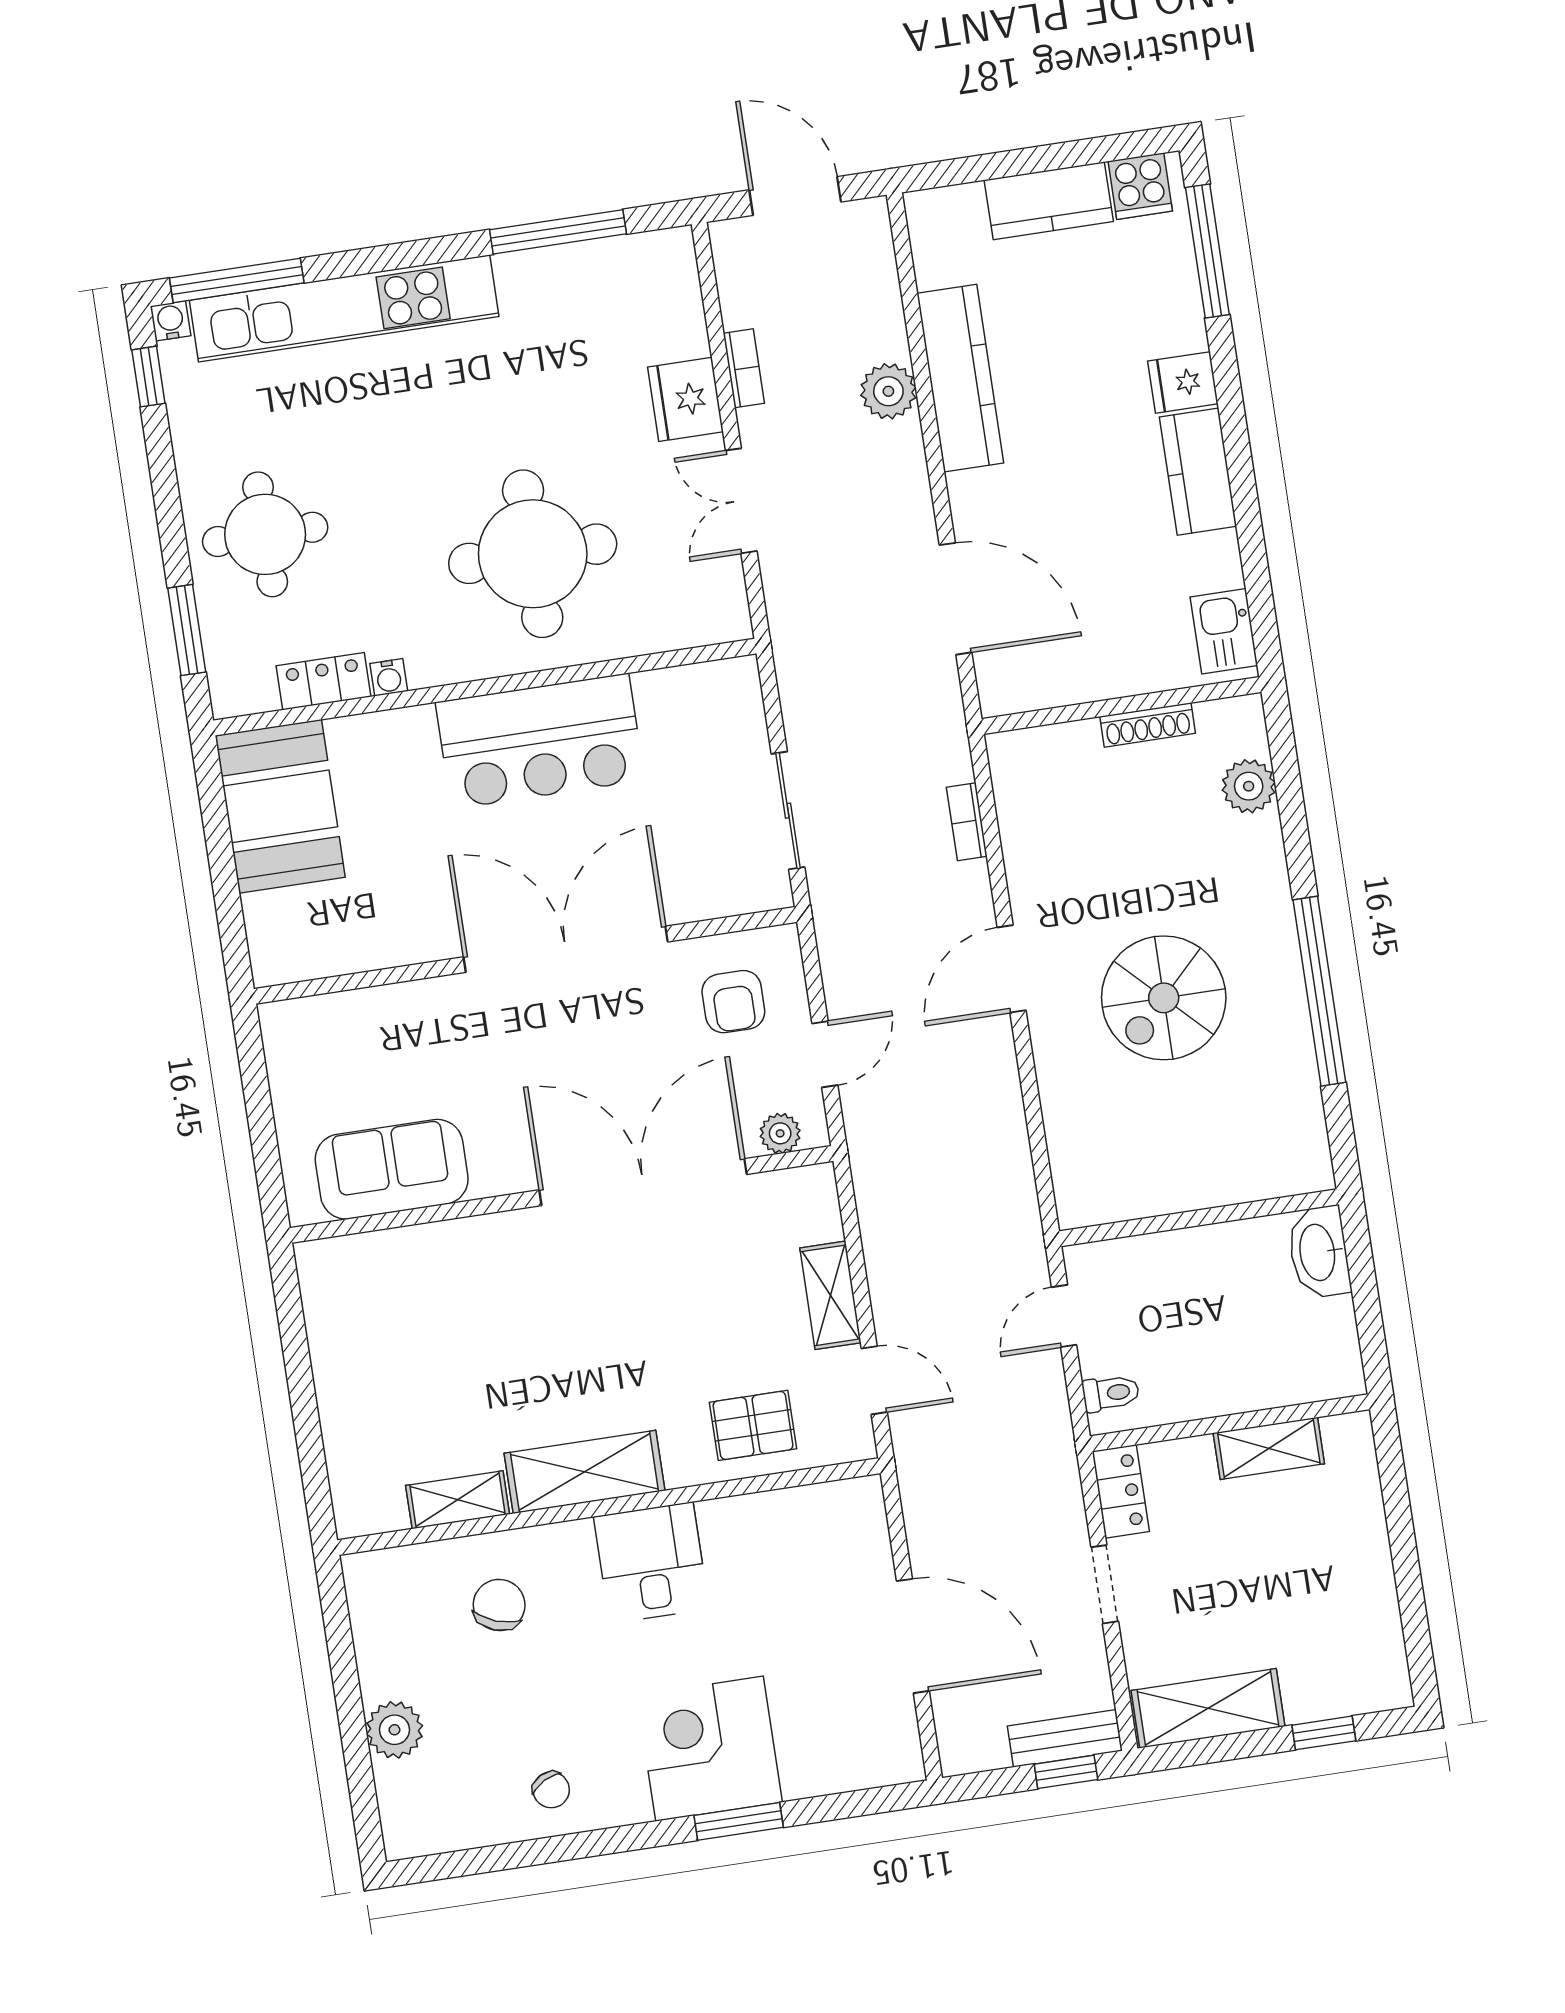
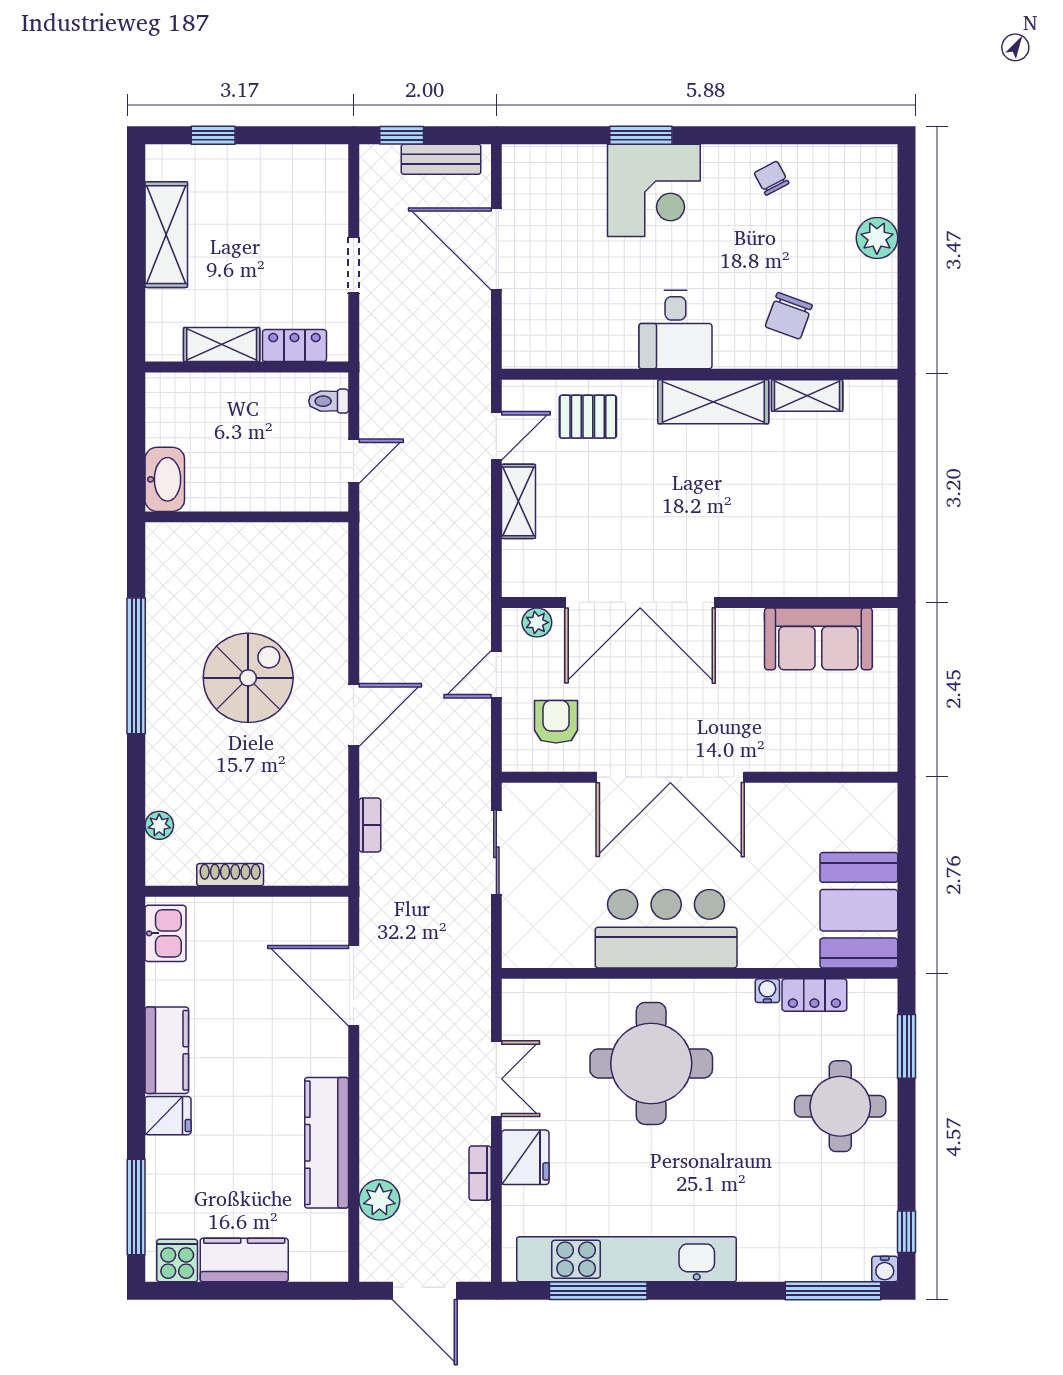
kitchen unit: (344, 308) -> (627, 1259), moved
plant: (888, 391) -> (379, 1200), moved
plant: (1249, 786) -> (159, 825), width x0.73, depth x0.73
door: (874, 1380) -> (496, 436), swing flipped
locker: (1121, 1491) -> (294, 346), moved, turned 90
shelving: (1208, 1708) -> (166, 235), moved, turned 90
bench: (1065, 1738) -> (441, 159), moved

